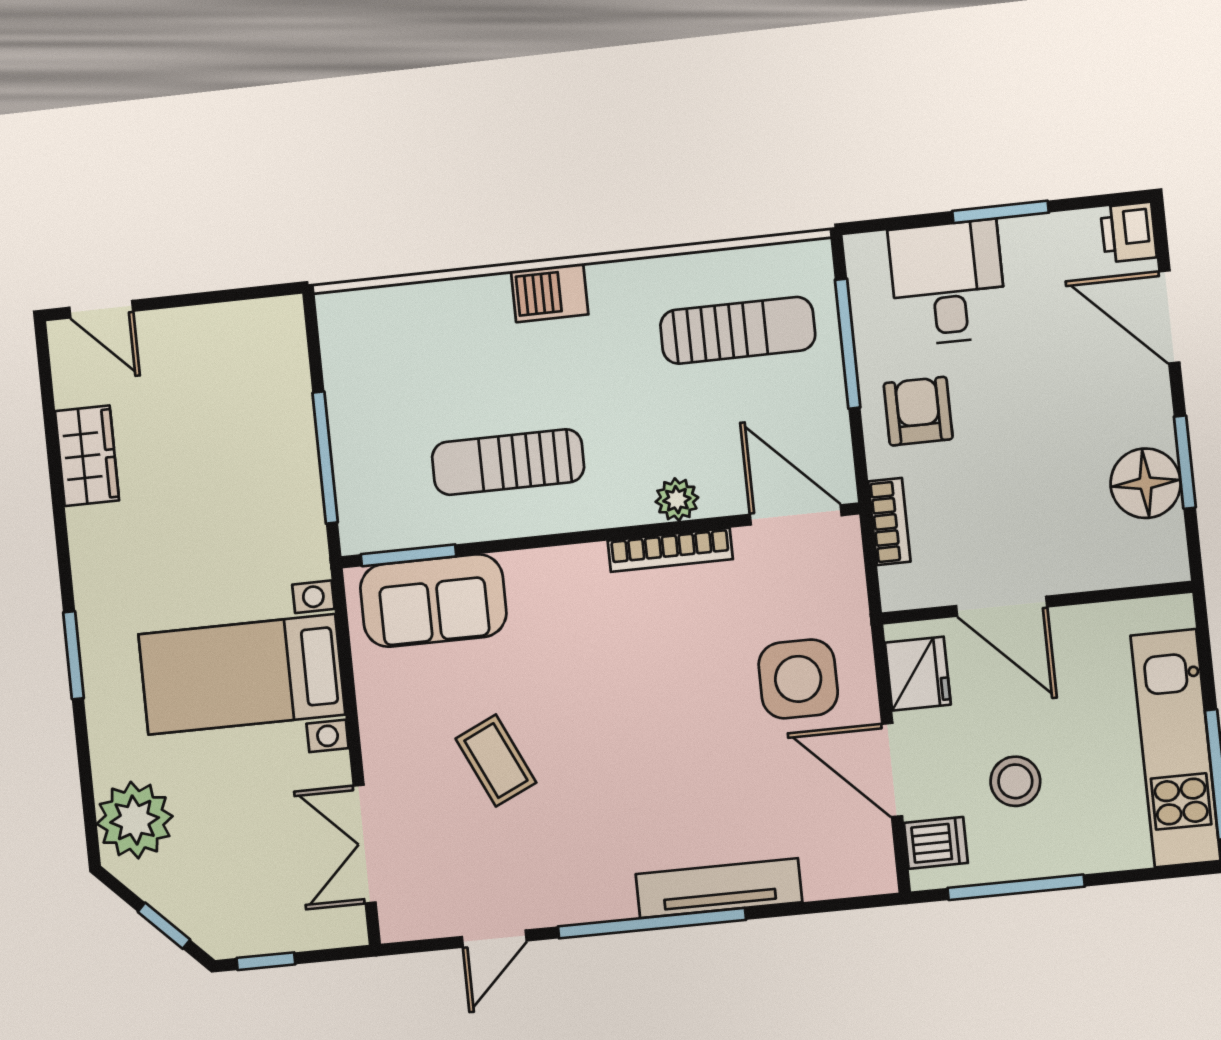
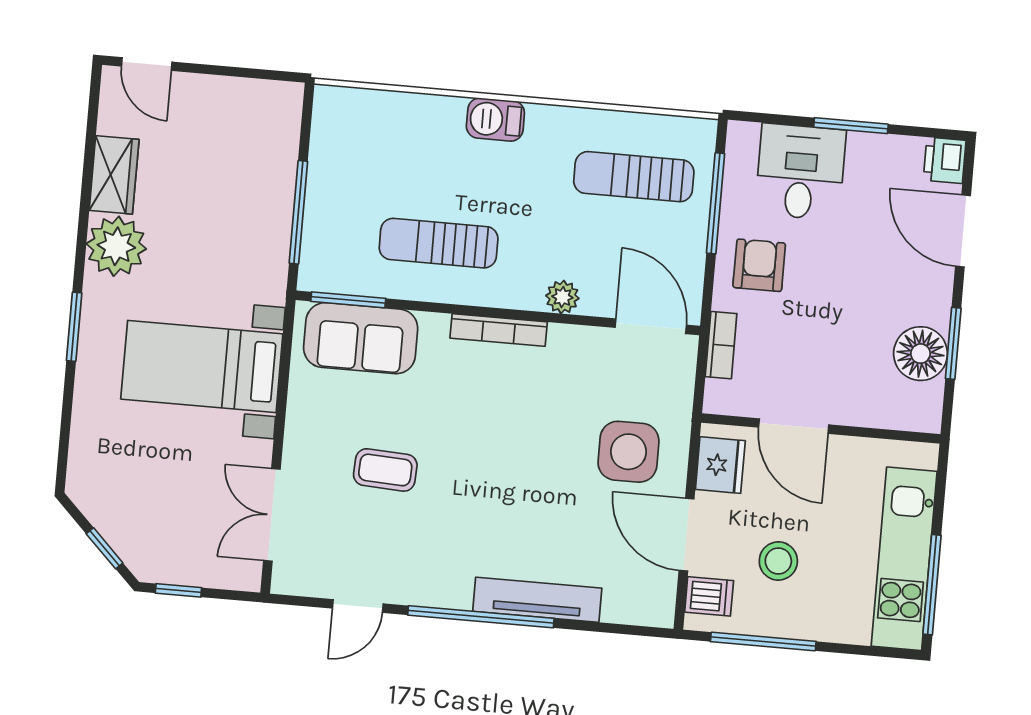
sun lounger: (738, 330) -> (634, 177), turned 180
bookcase: (670, 550) -> (499, 330), moved
coffee table: (496, 761) -> (385, 470), turned -62
plant: (135, 820) -> (116, 246), moved

